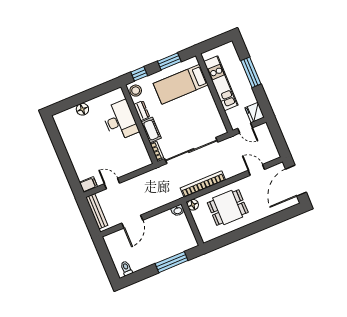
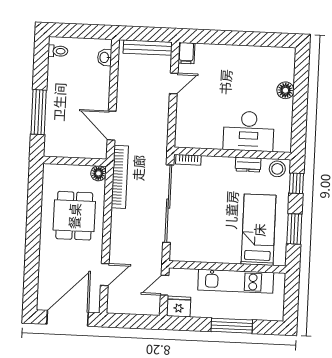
cot: (151, 130) -> (218, 165), removed
door: (296, 181) -> (68, 318), hinge flipped
bookcase: (203, 184) -> (120, 177), moved
washbasin: (178, 210) -> (105, 57), moved
door: (132, 222) -> (112, 126), moved

